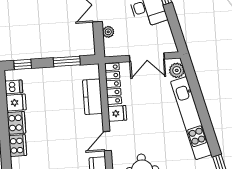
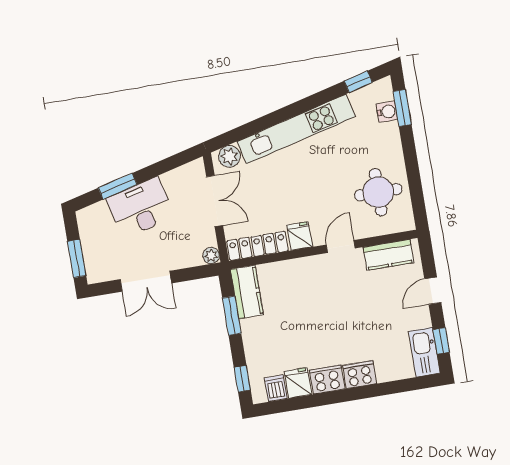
plant: (108, 32) -> (211, 256), moved
kitchen counter: (92, 97) -> (247, 292), moved, turned -90
door: (107, 141) -> (341, 246), swing flipped

